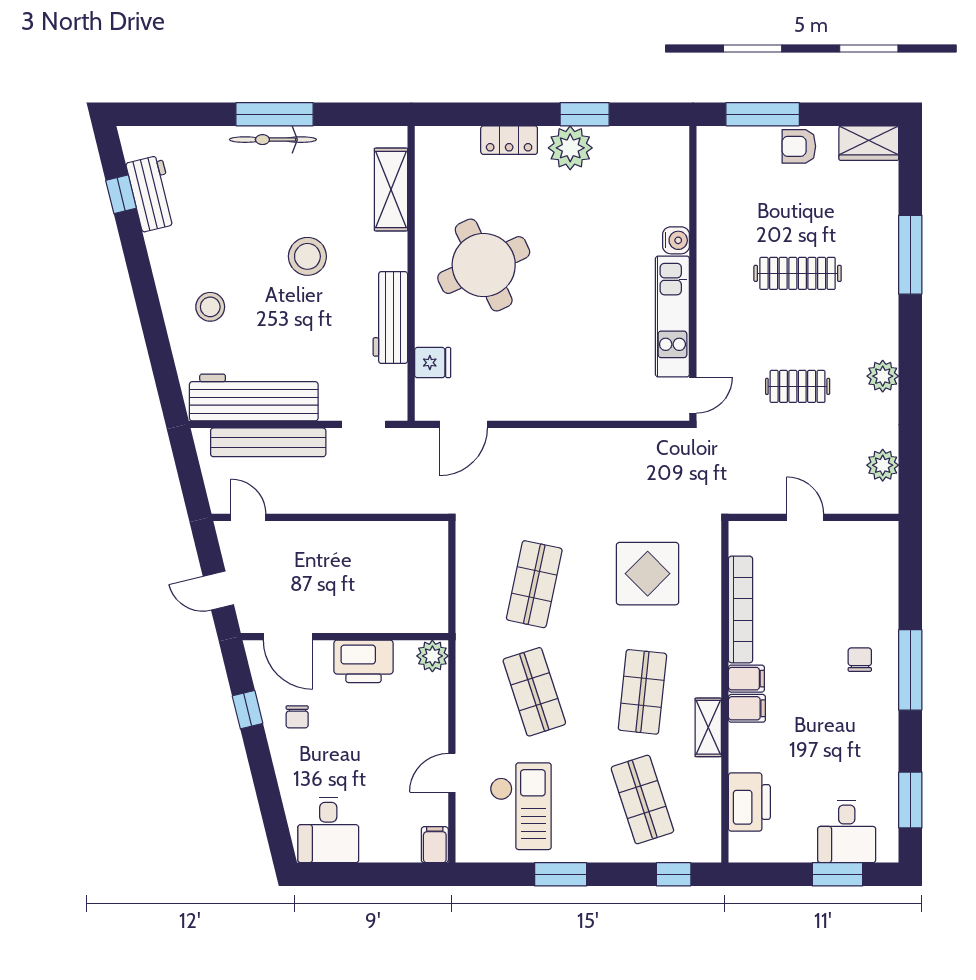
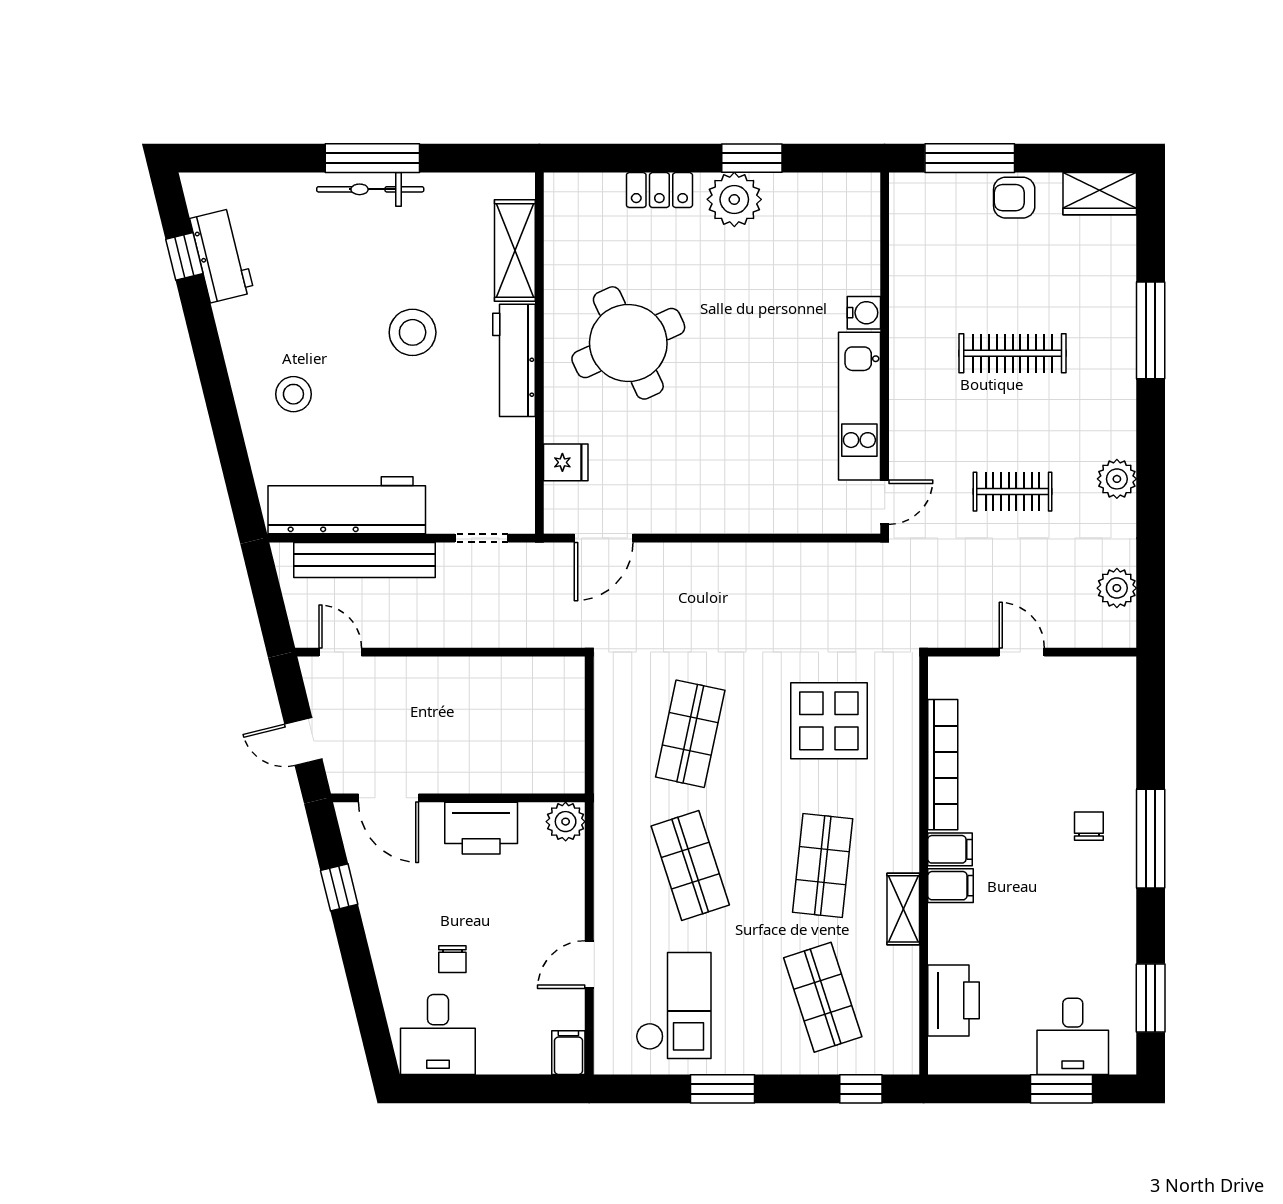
workbench: (390, 318) -> (514, 360), moved
chair: (297, 717) -> (452, 959), moved

